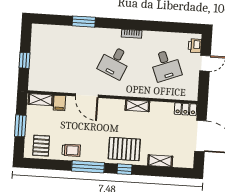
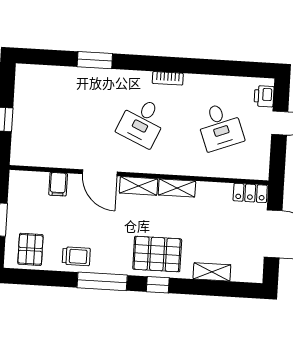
shelving: (41, 100) -> (139, 186), moved

